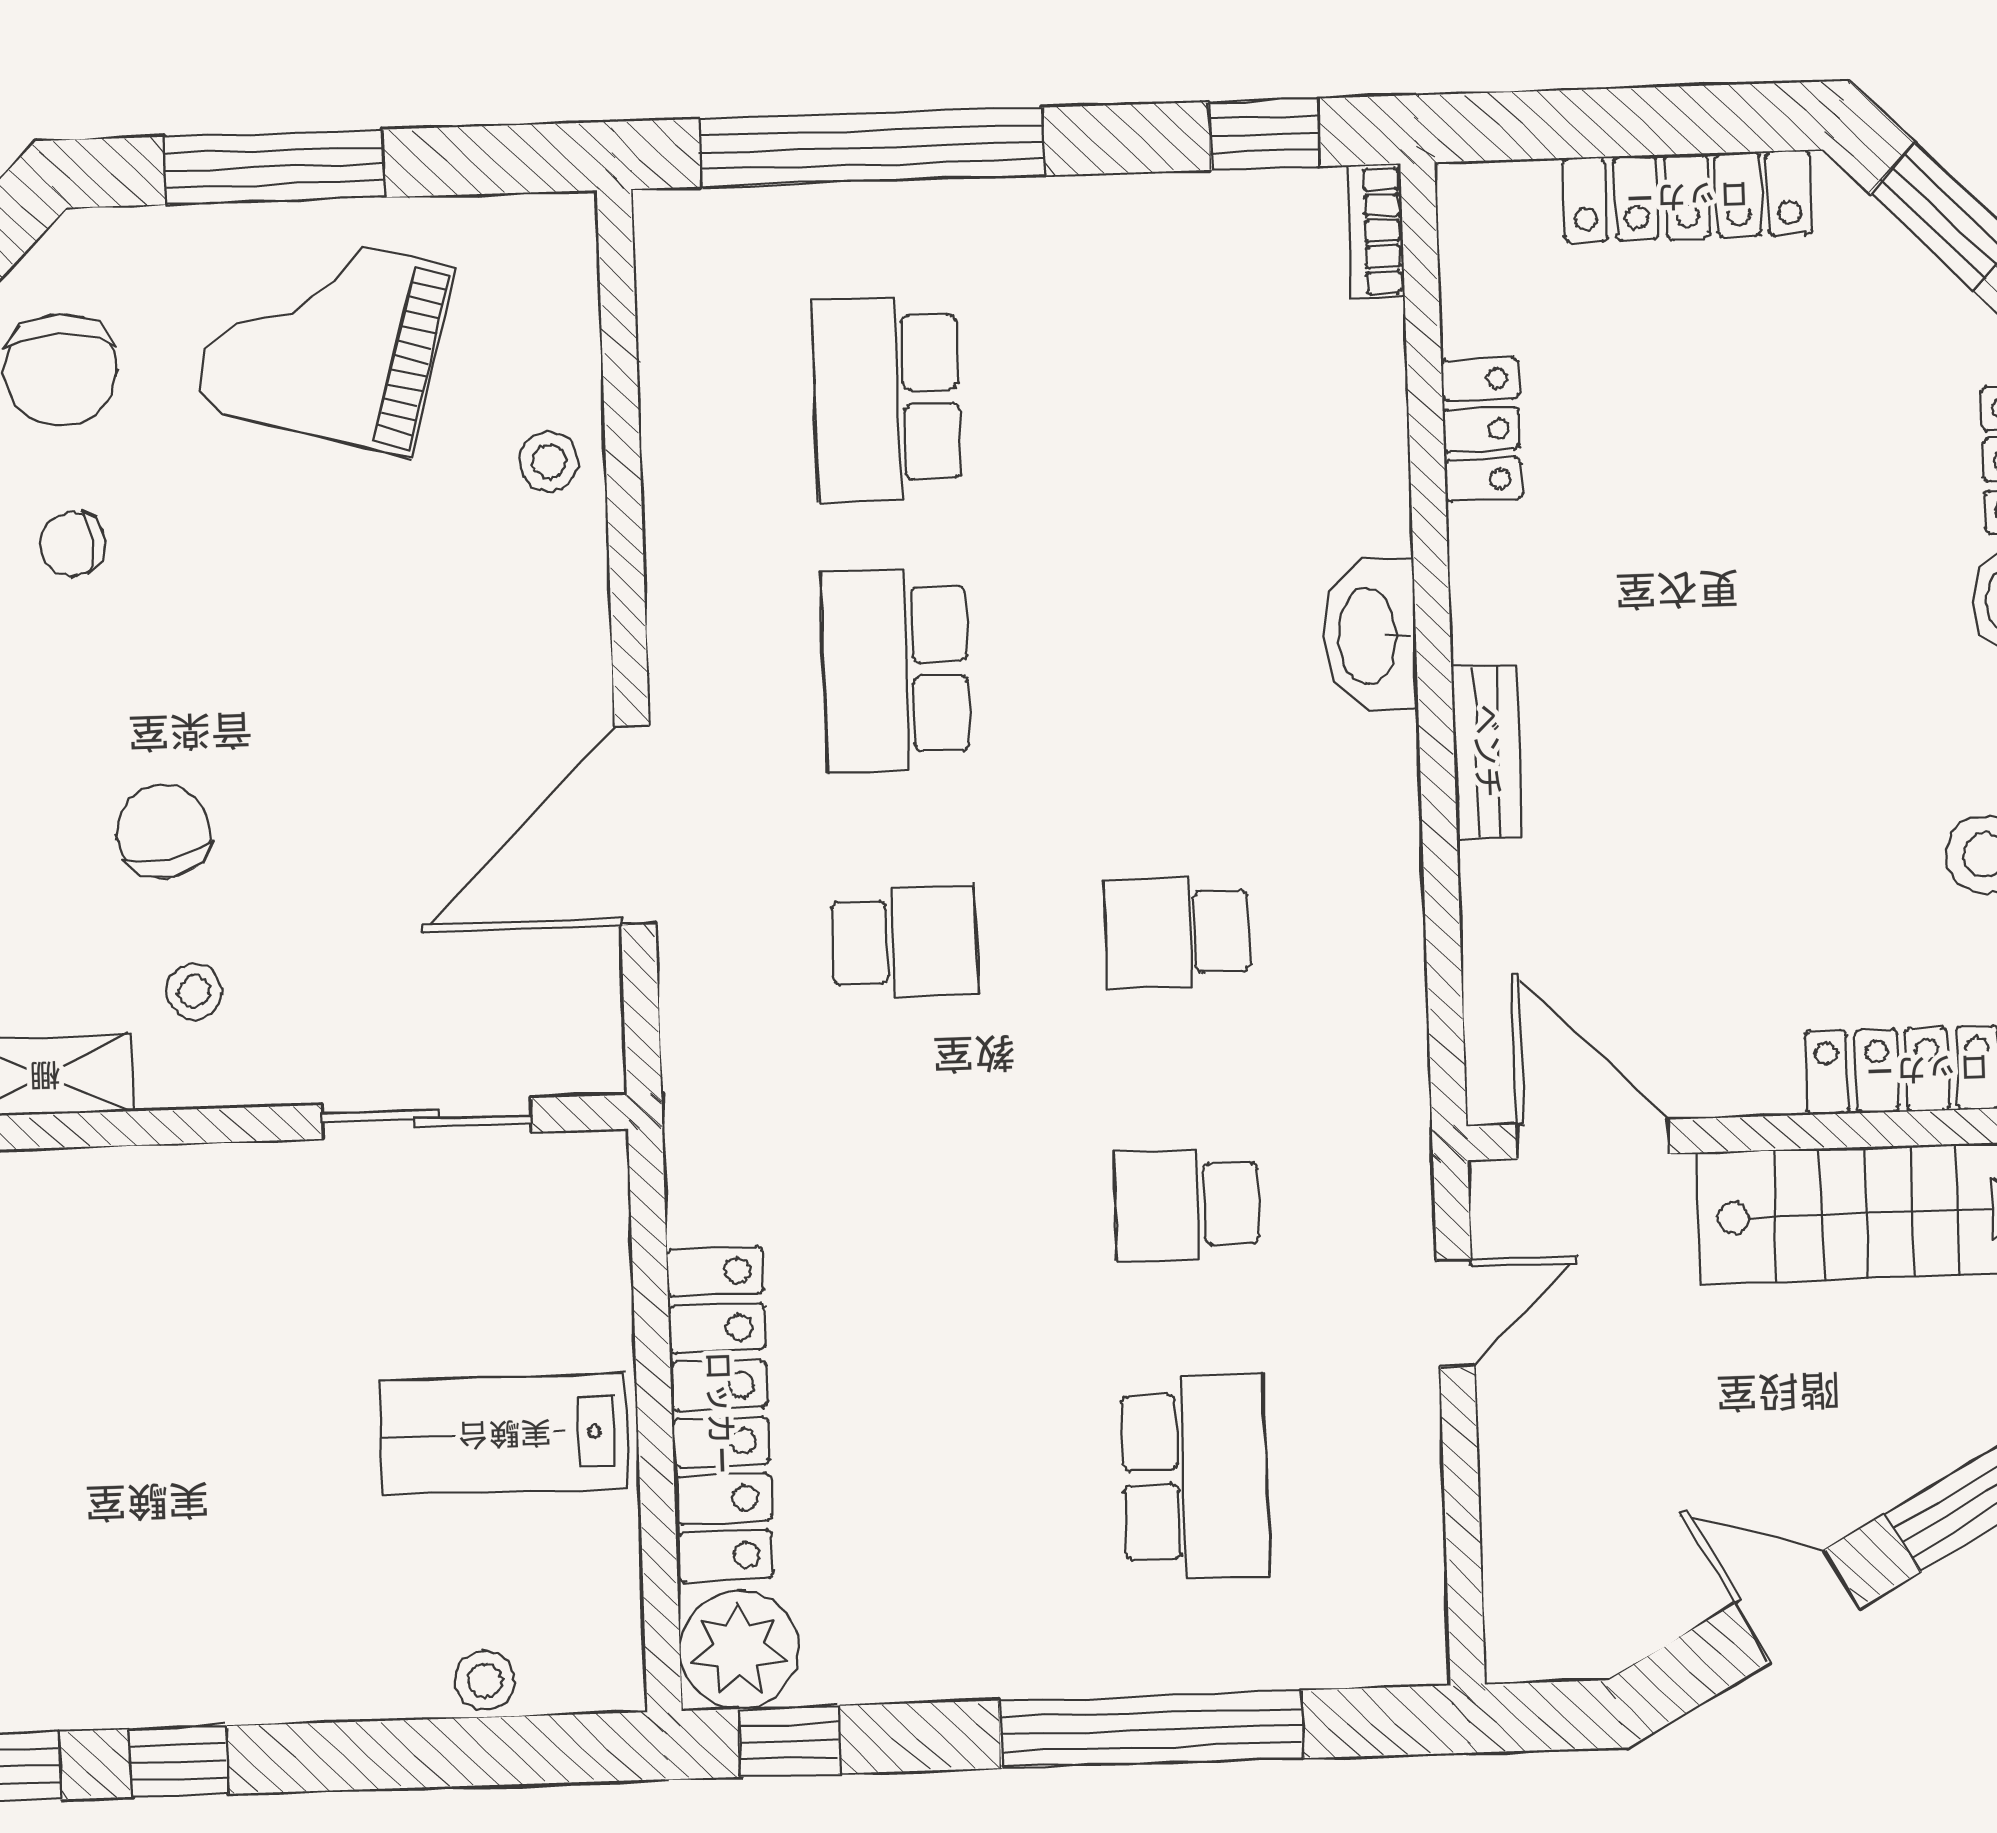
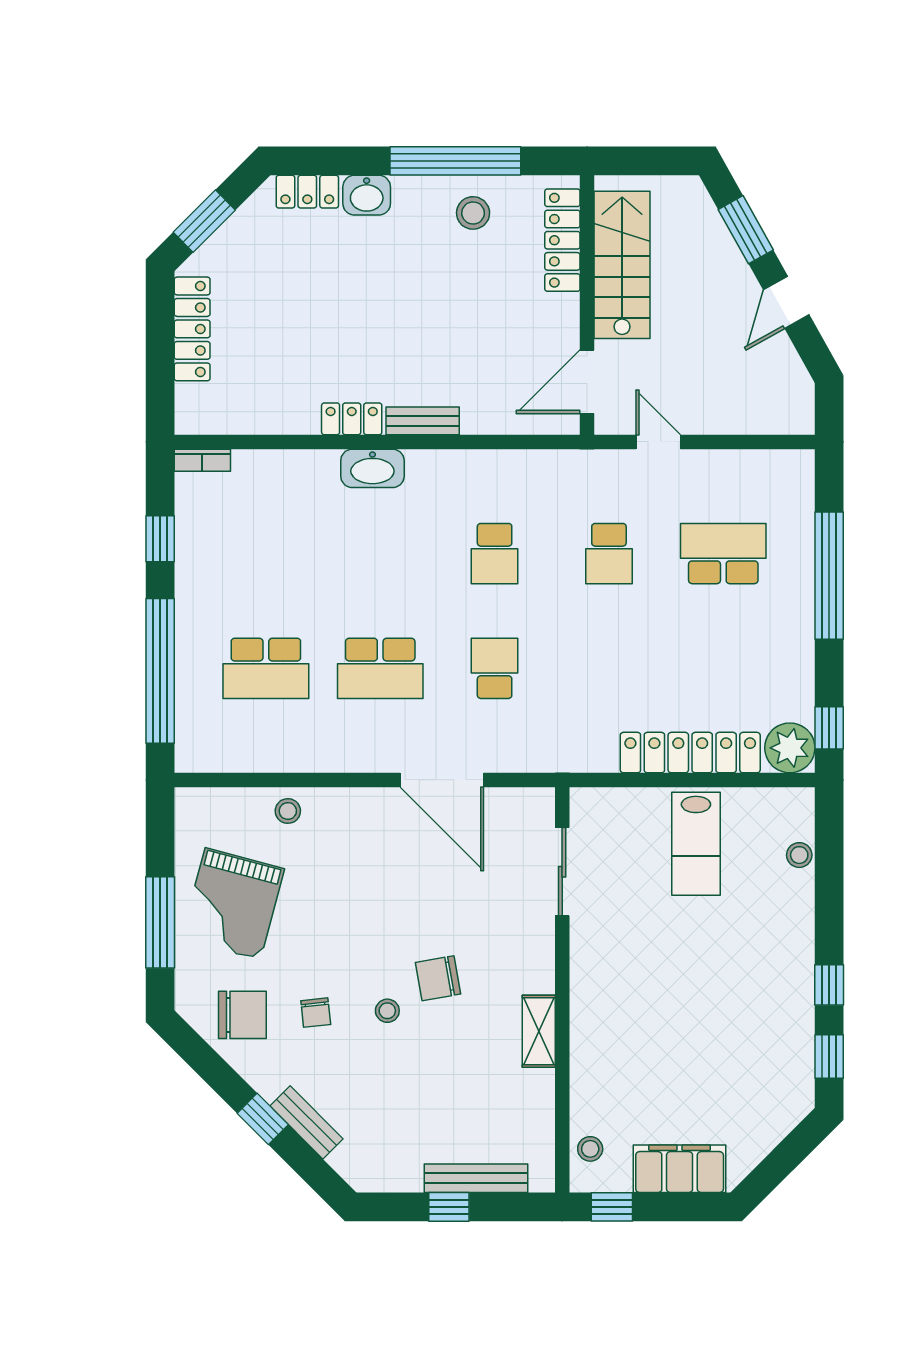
window: (1265, 134) -> (160, 539), moved
locker: (1481, 429) -> (352, 419), moved
stool: (194, 992) -> (387, 1011), moved

